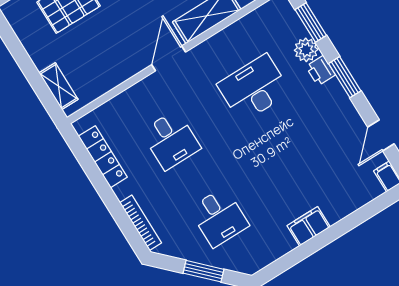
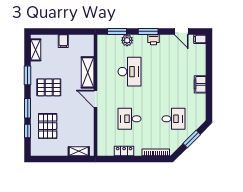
printer: (321, 71) -> (154, 40), moved
desk: (254, 88) -> (130, 72), turned 180
desk: (171, 140) -> (130, 119), turned 180
locker: (103, 157) -> (124, 151), width x0.66

